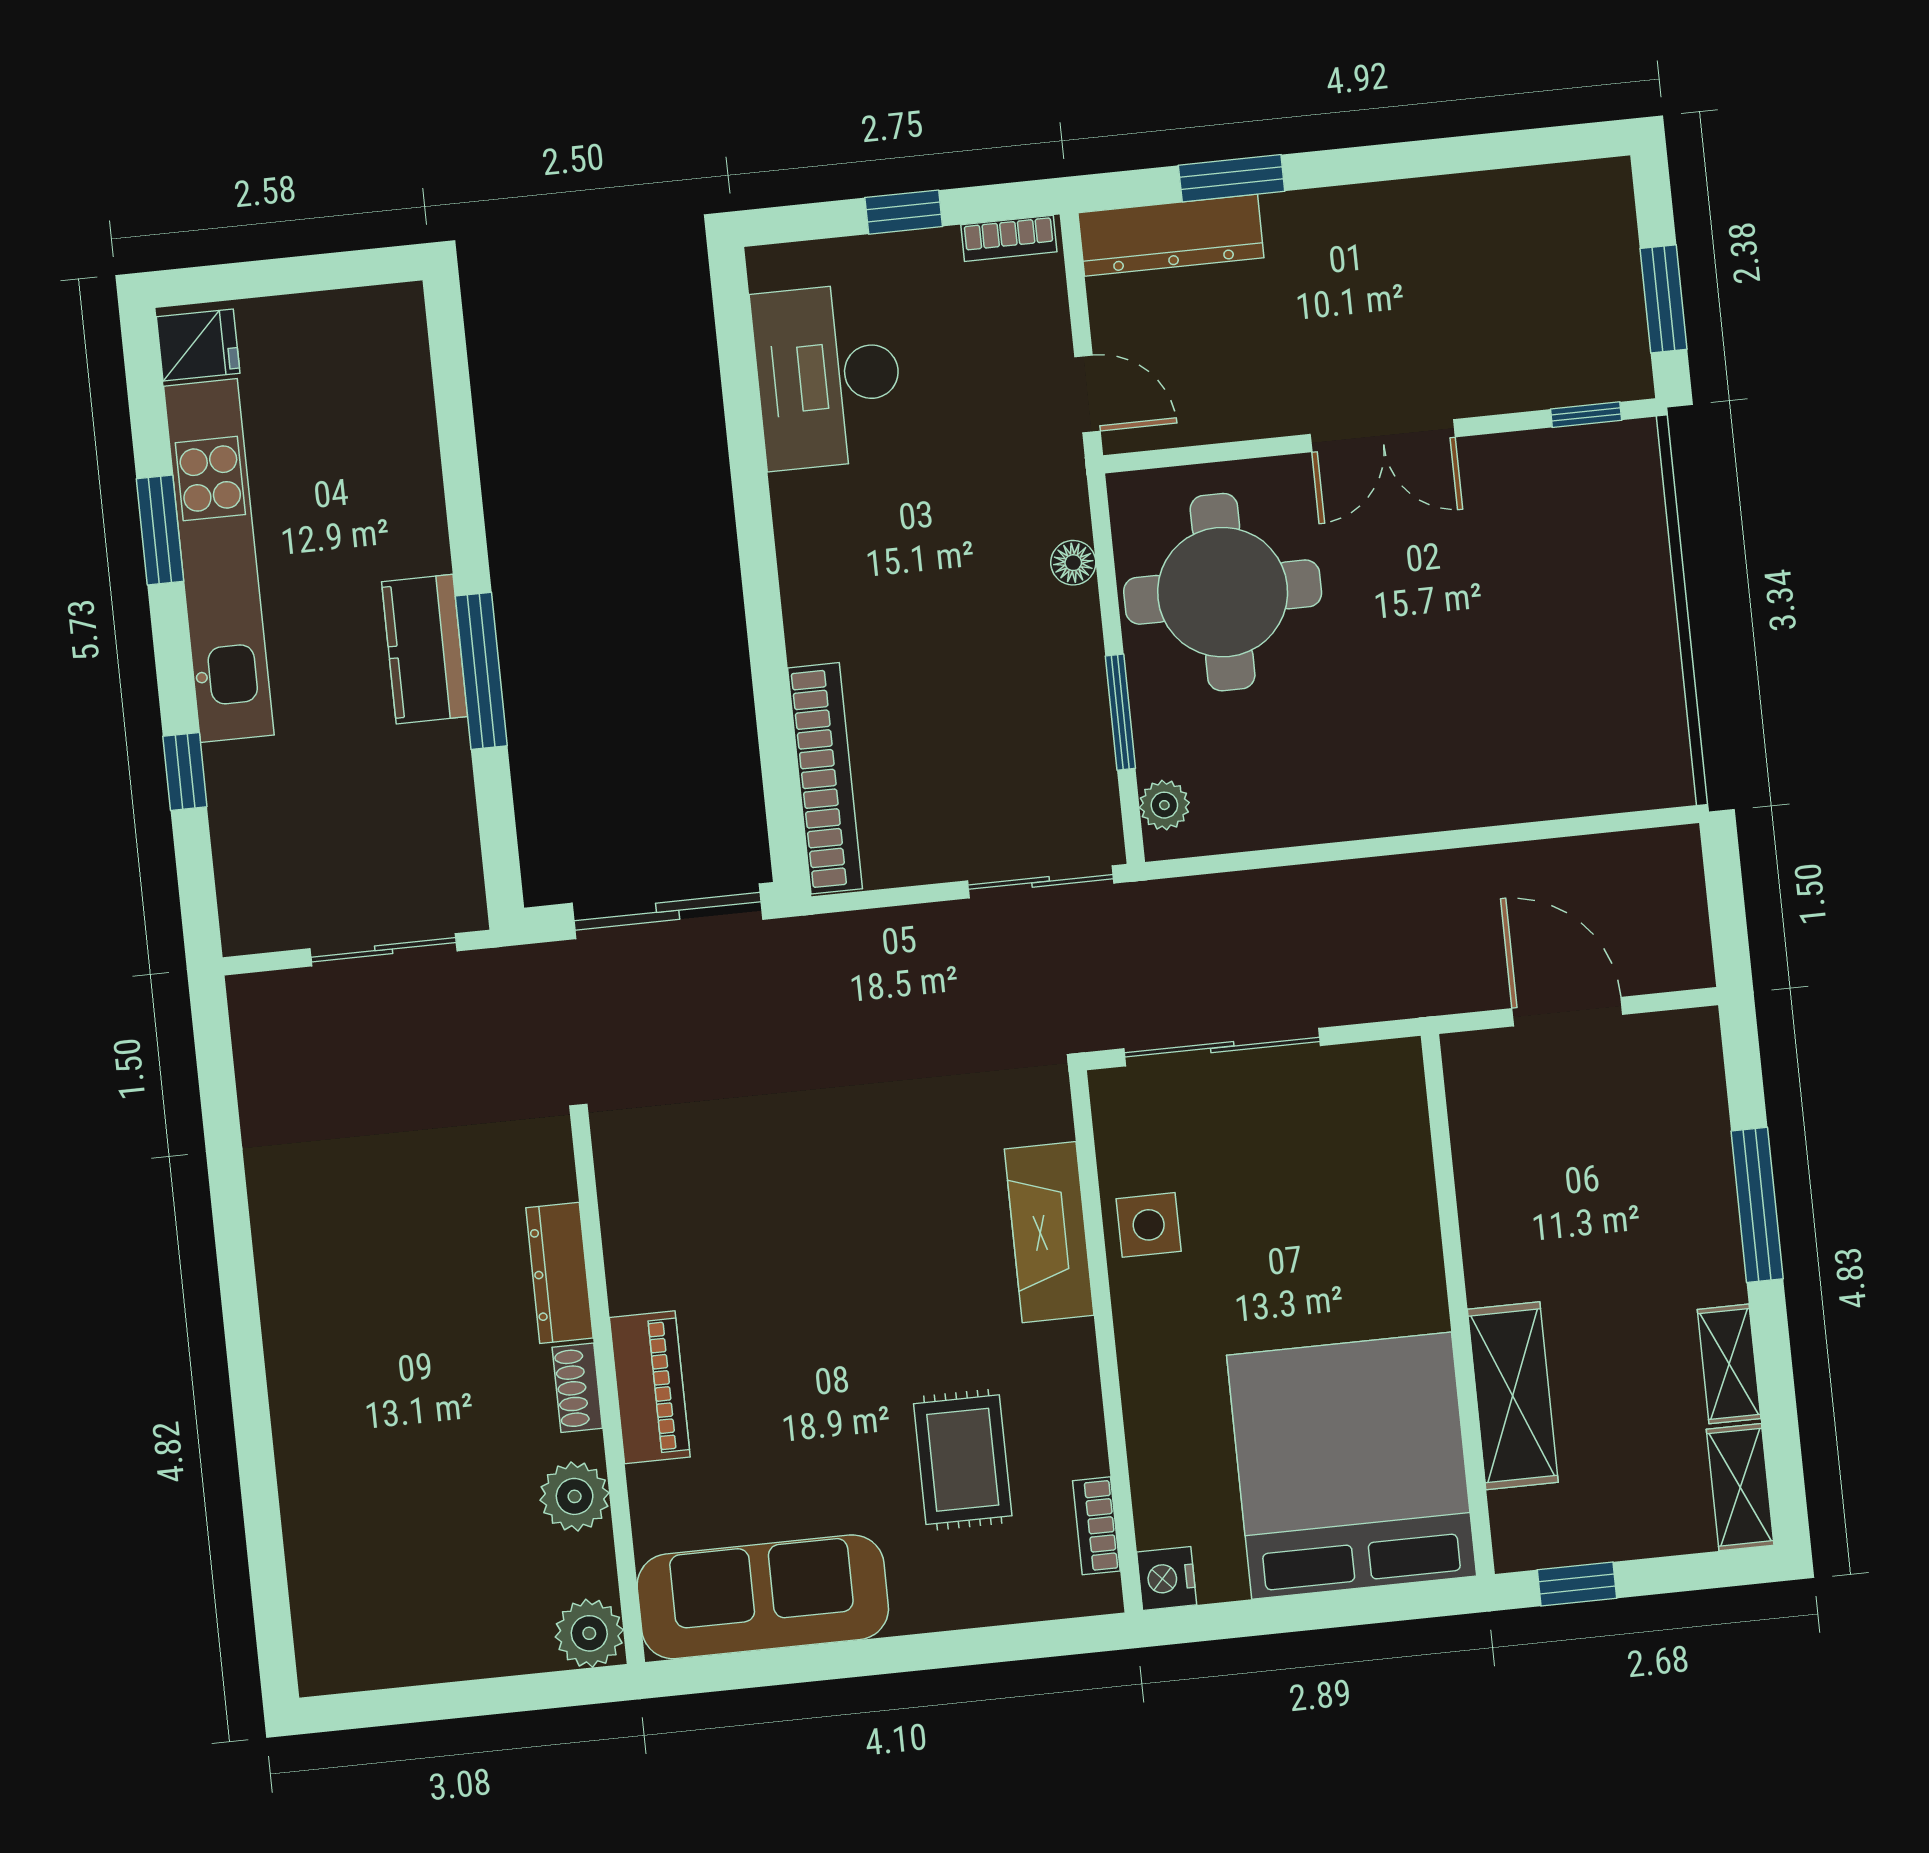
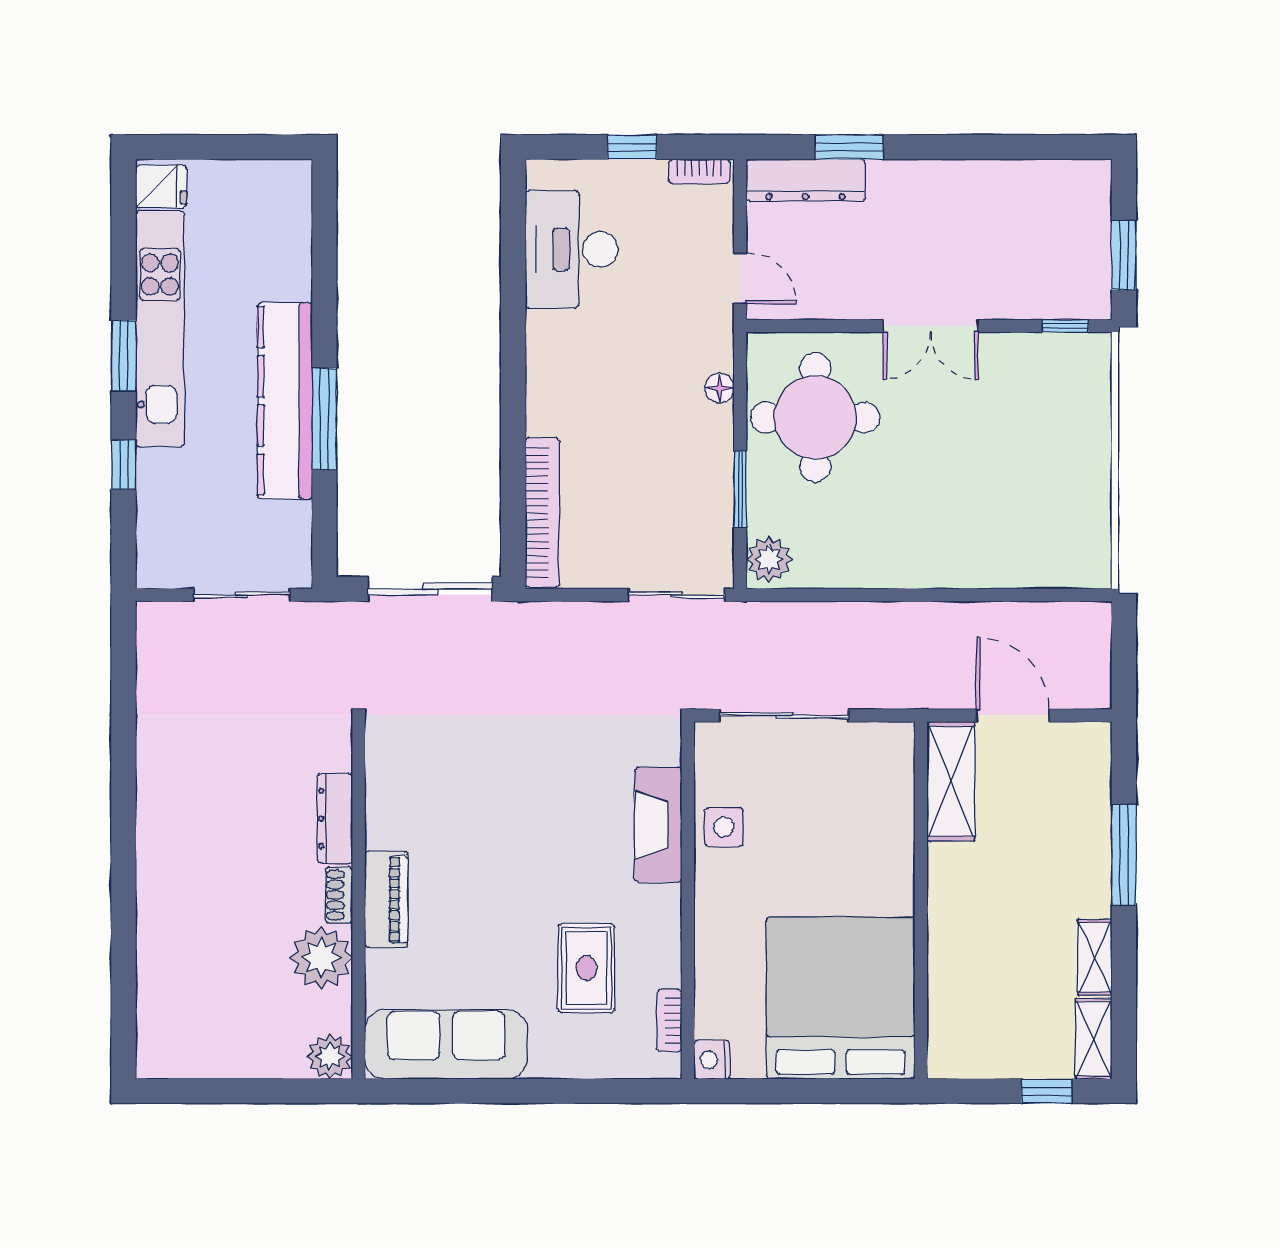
window: (160, 530) -> (124, 356), moved
kitchen counter: (425, 649) -> (285, 401), width x2.08, depth x1.17
plant: (1164, 805) -> (769, 559), width x1.38, depth x1.38
shelving: (1513, 1396) -> (951, 781), moved
plant: (575, 1496) -> (321, 958), width x1.36, depth x1.36
window: (1577, 1584) -> (1046, 1091), moved

